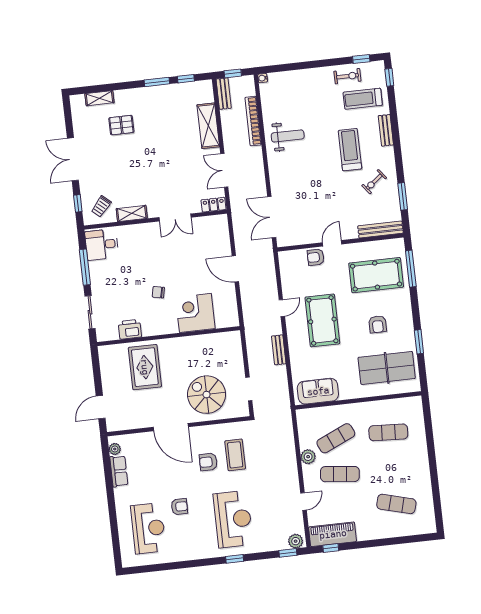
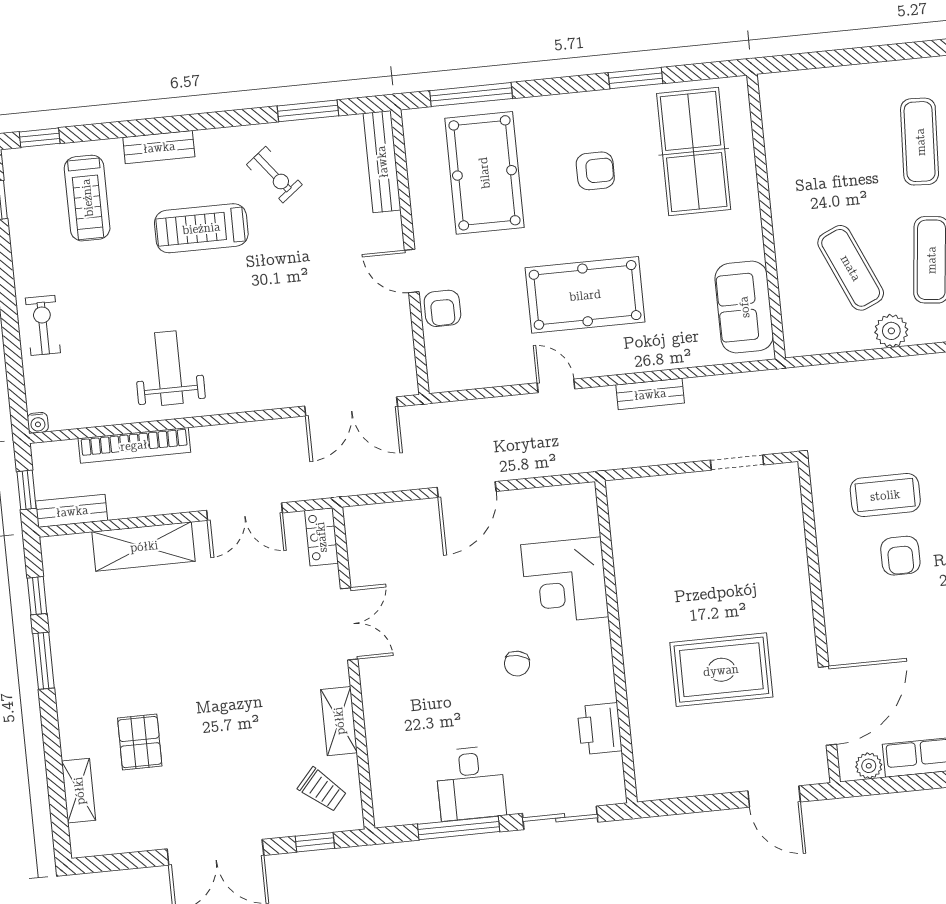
exercise bike: (347, 76) -> (43, 325), moved
desk: (102, 245) -> (471, 783), moved
rug: (145, 367) -> (721, 670), moved
spiral stairs: (207, 395) -> (749, 558), removed
door: (171, 427) -> (828, 706), moved
exercise mat: (388, 432) -> (920, 142), moved

